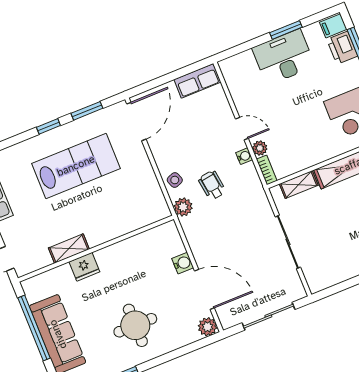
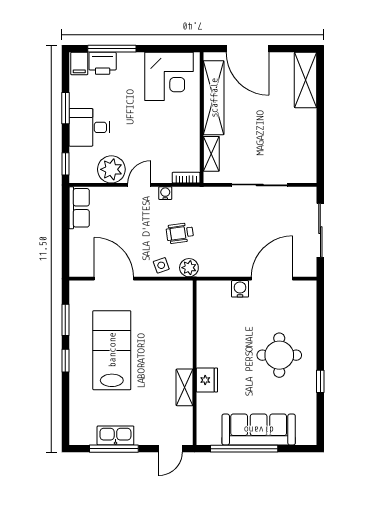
window: (233, 51) -> (65, 164), added
desk: (284, 57) -> (89, 127), width x0.73
door: (136, 122) -> (114, 279), moved
plant: (260, 148) -> (111, 169), moved, width x1.87, depth x1.87
plant: (207, 327) -> (307, 290), removed

